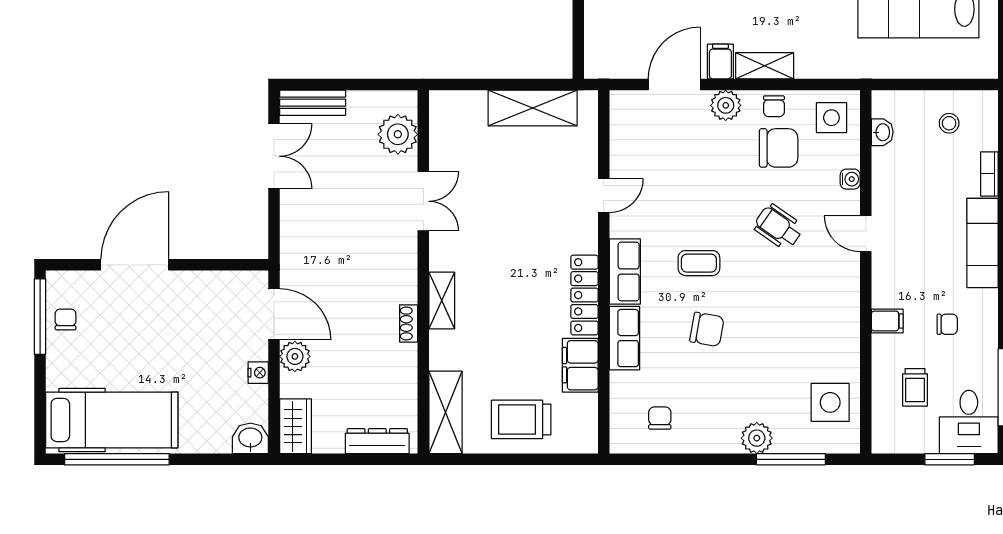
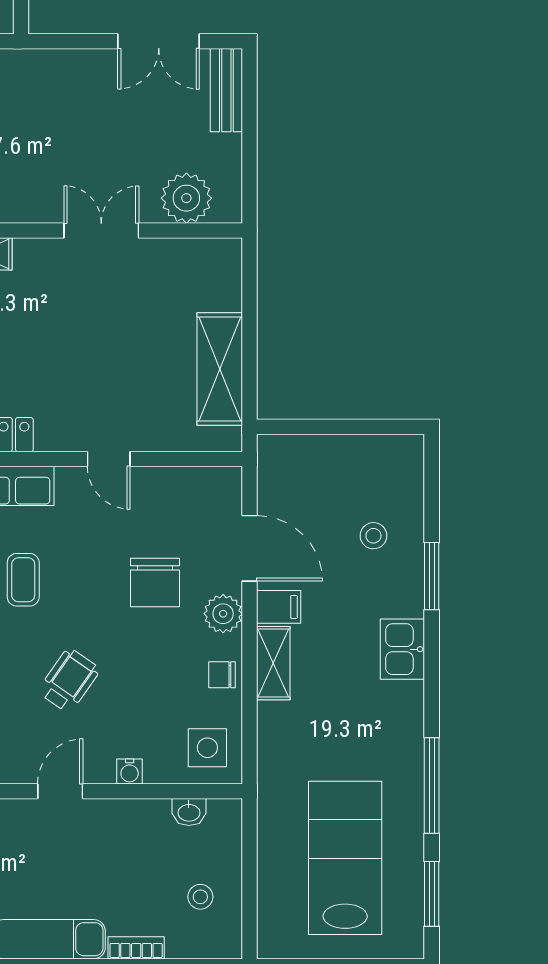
chair: (779, 148) -> (155, 582), moved
double door: (423, 201) -> (101, 230), swing flipped

